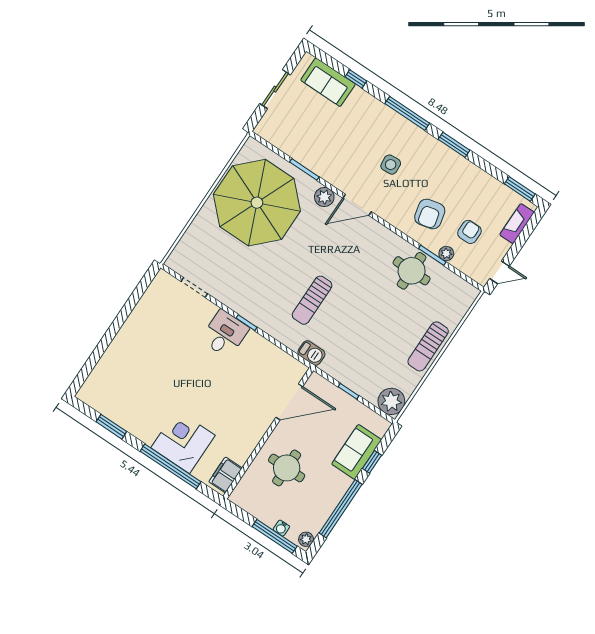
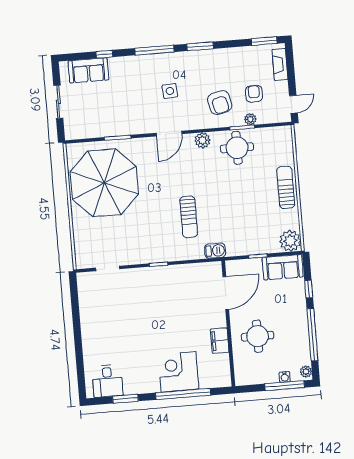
plant: (324, 197) -> (202, 140), moved
desk: (225, 334) -> (108, 381), moved, turned 180
sun lounger: (428, 346) -> (286, 187), turned 180
sofa: (357, 452) -> (283, 267), moved, turned -90
filing cabinet: (225, 475) -> (220, 341), moved

